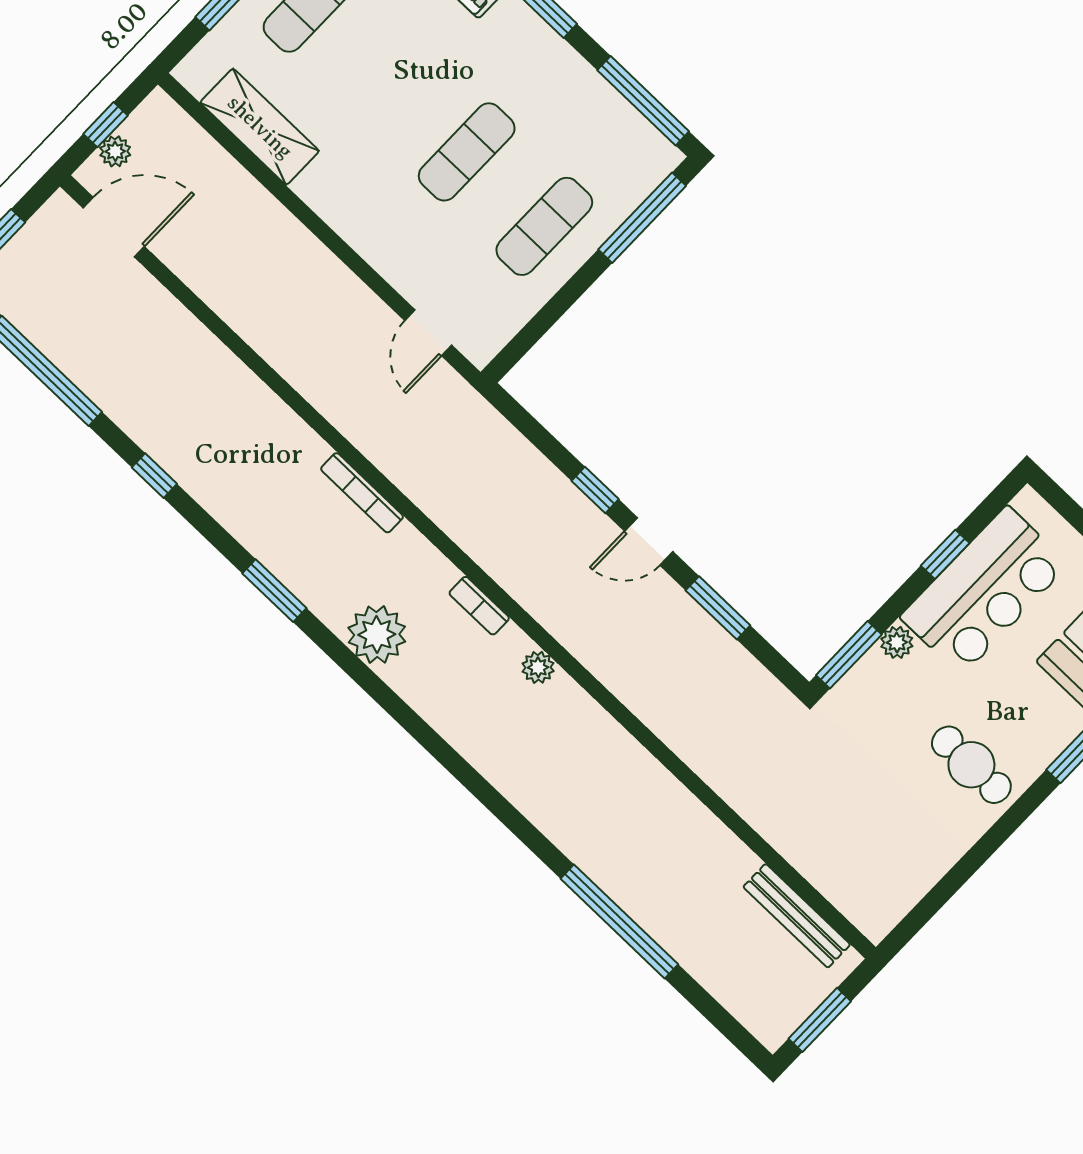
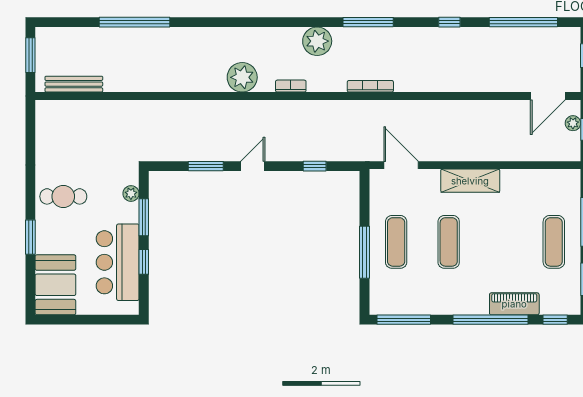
shelving: (260, 127) -> (470, 181), moved
window: (642, 218) -> (365, 252), moved
door: (428, 333) -> (401, 165), width x1.38
window: (595, 490) -> (315, 166), moved
window: (274, 591) -> (368, 22), width x1.44
plant: (897, 642) -> (131, 194), moved
window: (849, 655) -> (144, 217), moved
plant: (538, 667) -> (242, 77), width x1.87, depth x1.87

